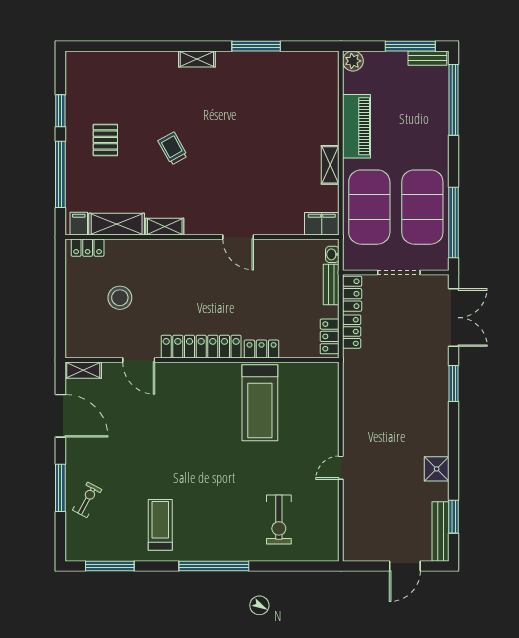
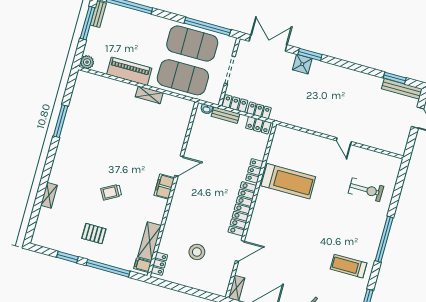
shelving: (197, 59) -> (49, 195), moved
filing cabinet: (322, 224) -> (164, 187), moved
shelving: (165, 227) -> (160, 211), removed
shower: (437, 469) -> (302, 64), moved

